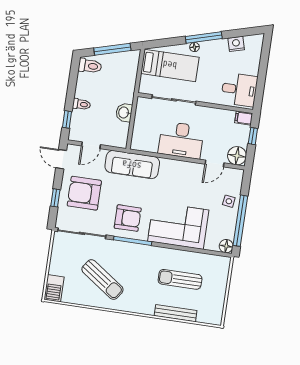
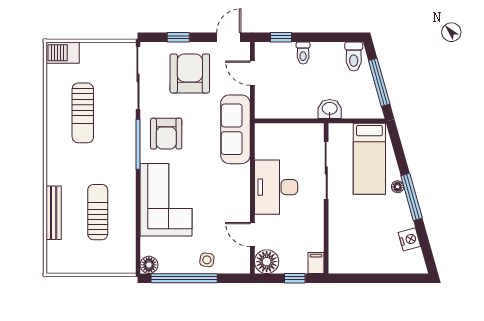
desk: (239, 90) -> (352, 252), removed
washbasin: (124, 113) -> (330, 109), moved
sun lounger: (102, 280) -> (83, 113), turned -35

